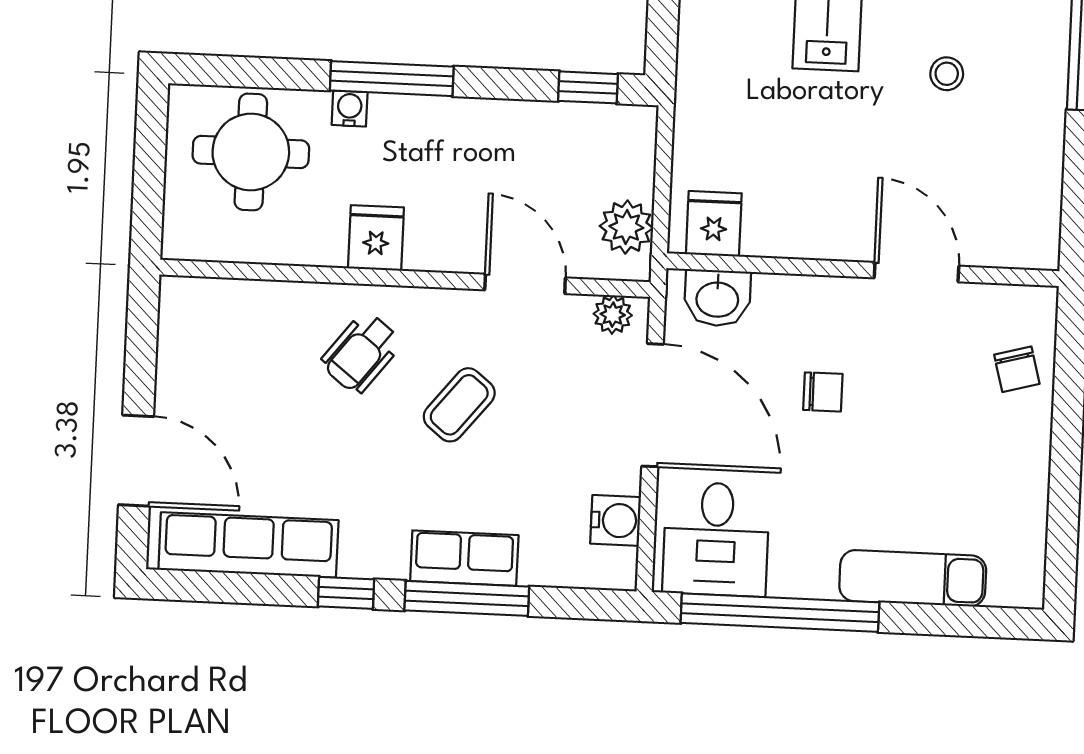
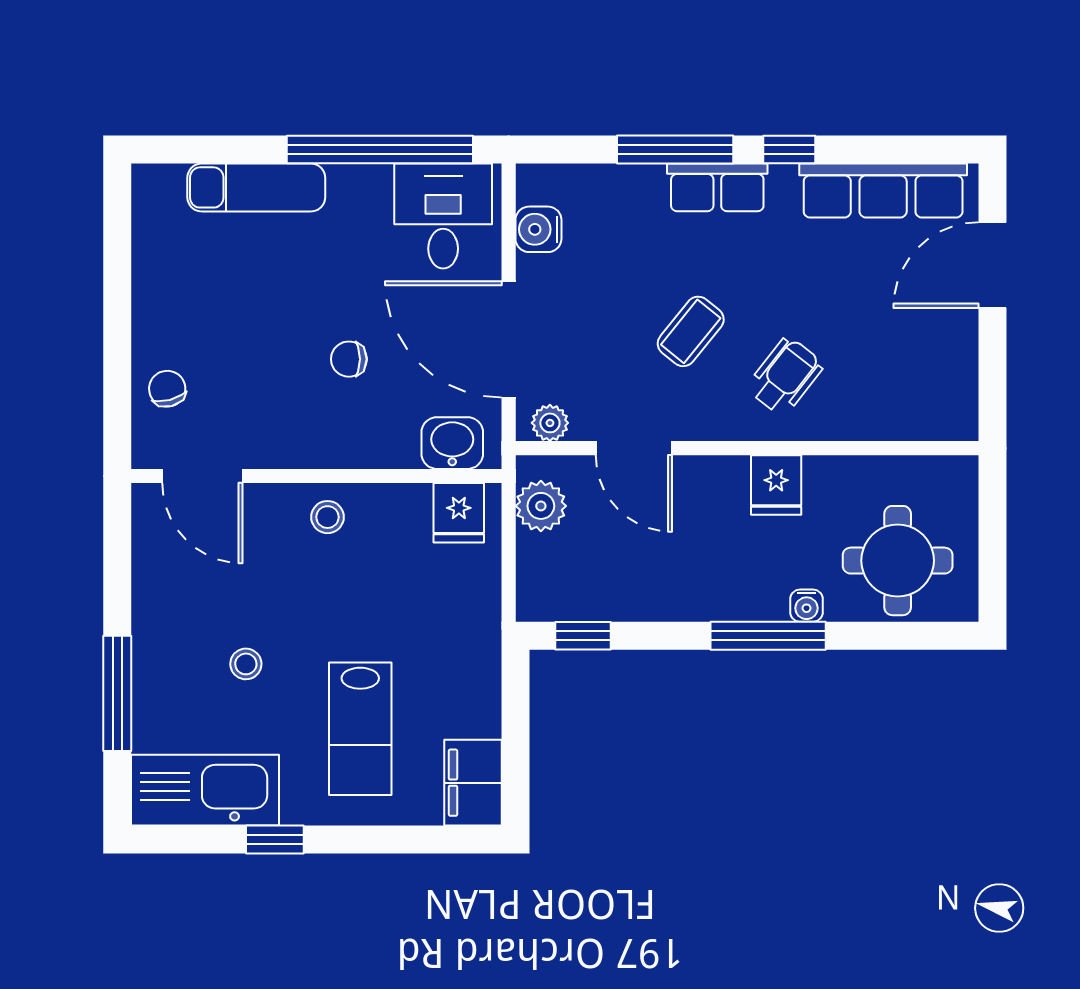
stool: (853, 226) -> (327, 517), added
door: (916, 272) -> (202, 476), moved
door: (136, 461) -> (993, 265), hinge flipped
row of seats: (464, 558) -> (717, 187), moved

